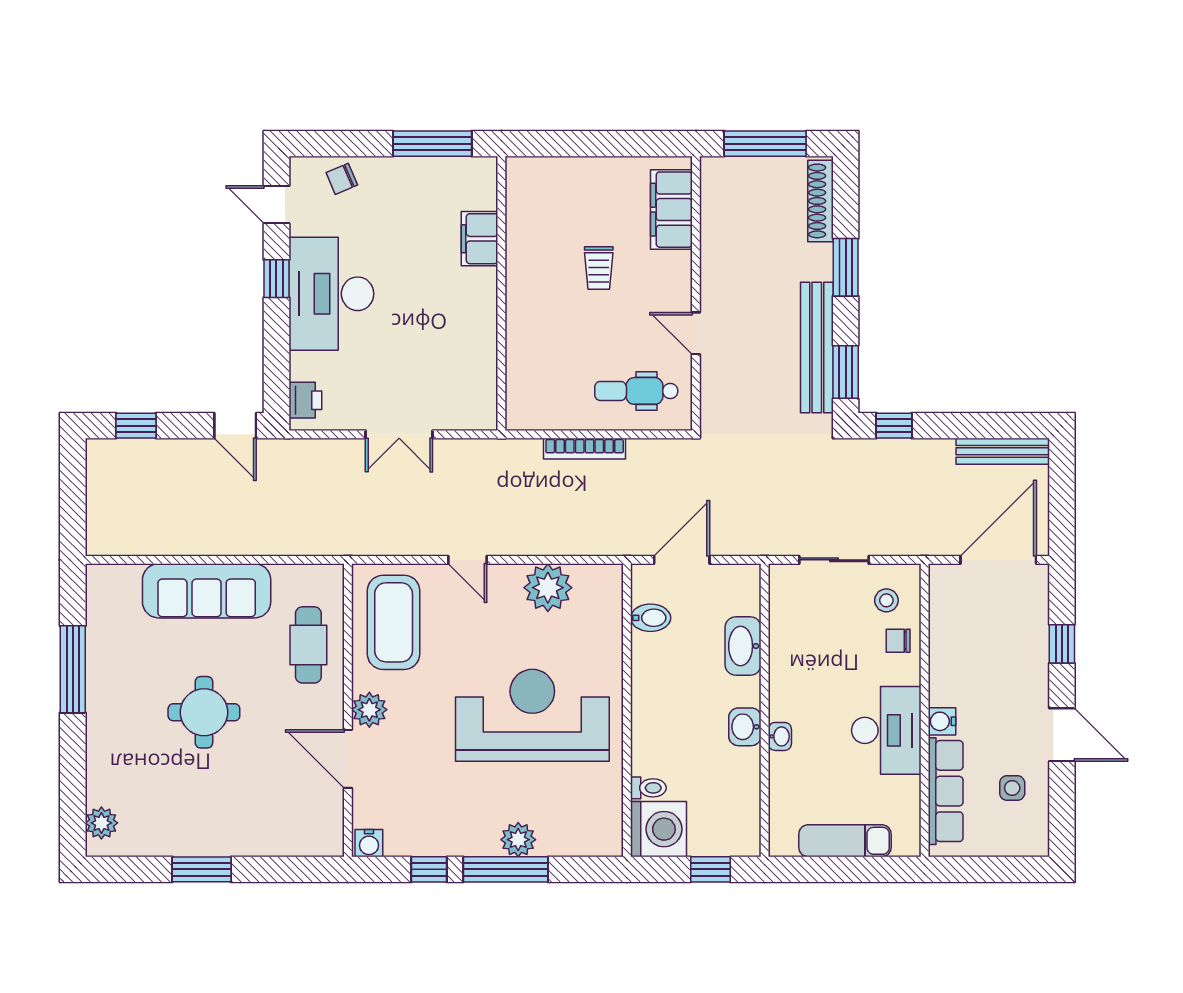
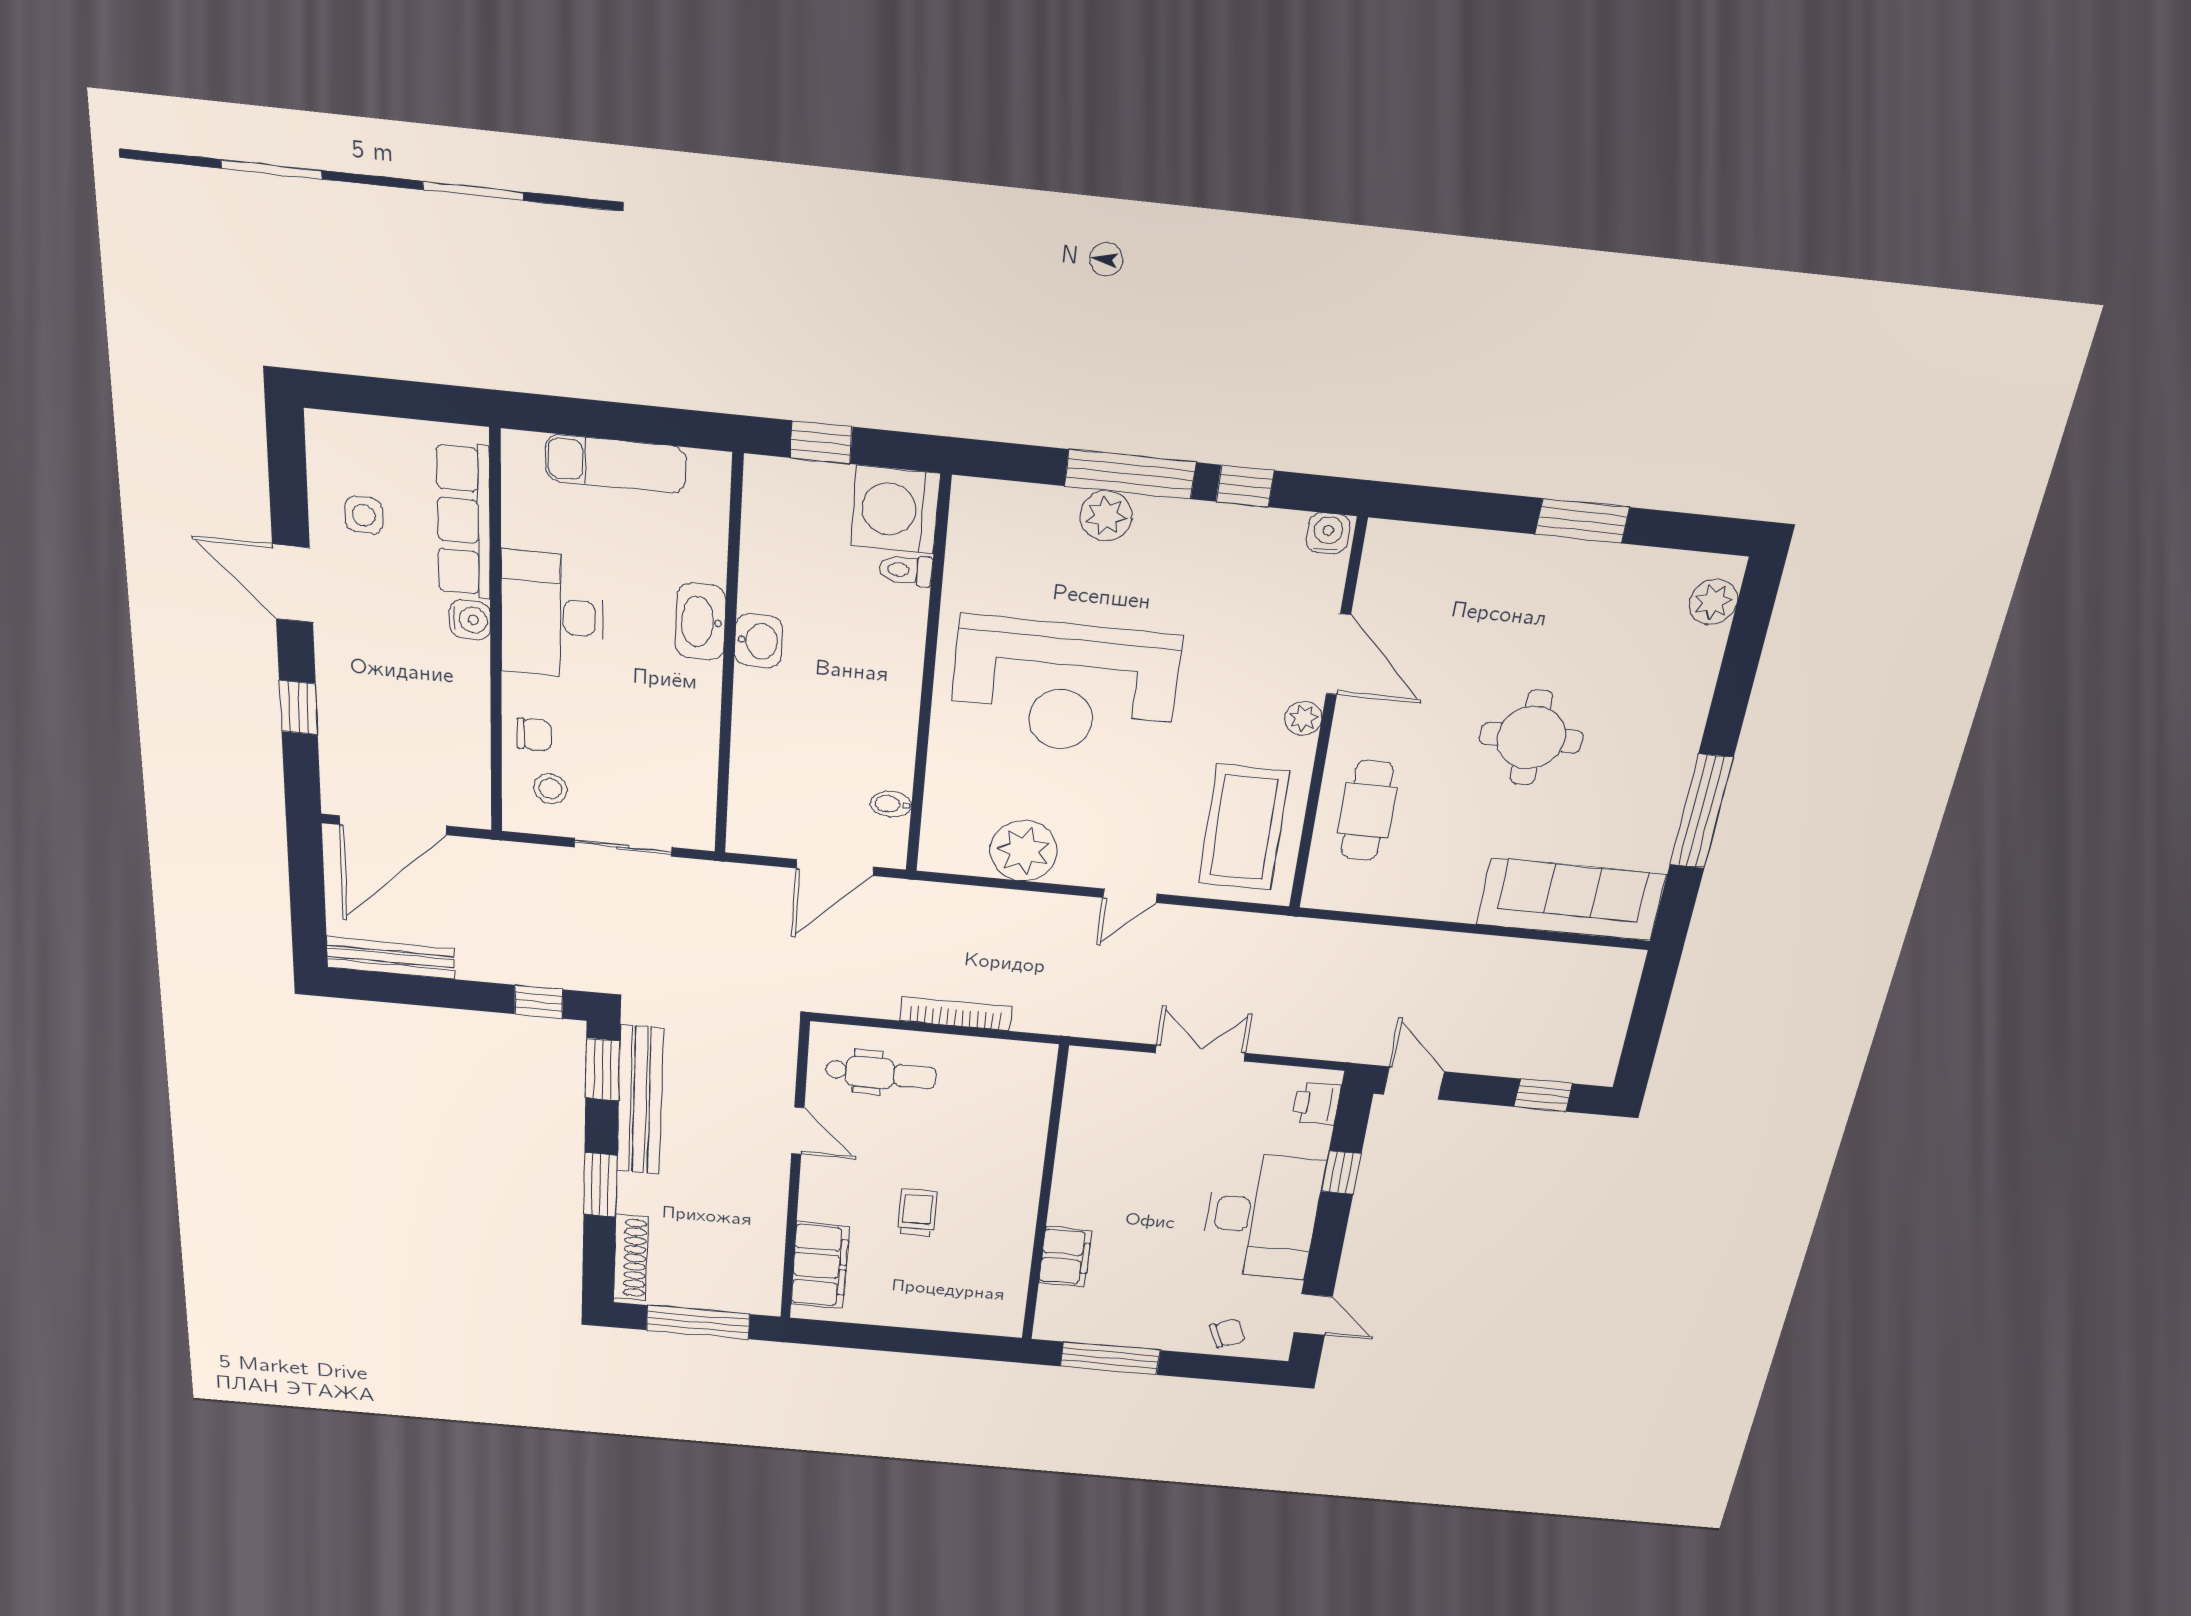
window: (276, 279) -> (1341, 1172), moved
door: (468, 560) -> (1130, 896), swing flipped
sofa: (207, 591) -> (1571, 899), moved
bidet: (651, 618) -> (891, 804), width x0.72, depth x0.74
washbasin: (743, 646) -> (756, 749), removed
plant: (369, 710) -> (1303, 718), width x0.73, depth x0.73
washbasin: (780, 736) -> (701, 622), width x1.91, depth x1.45

